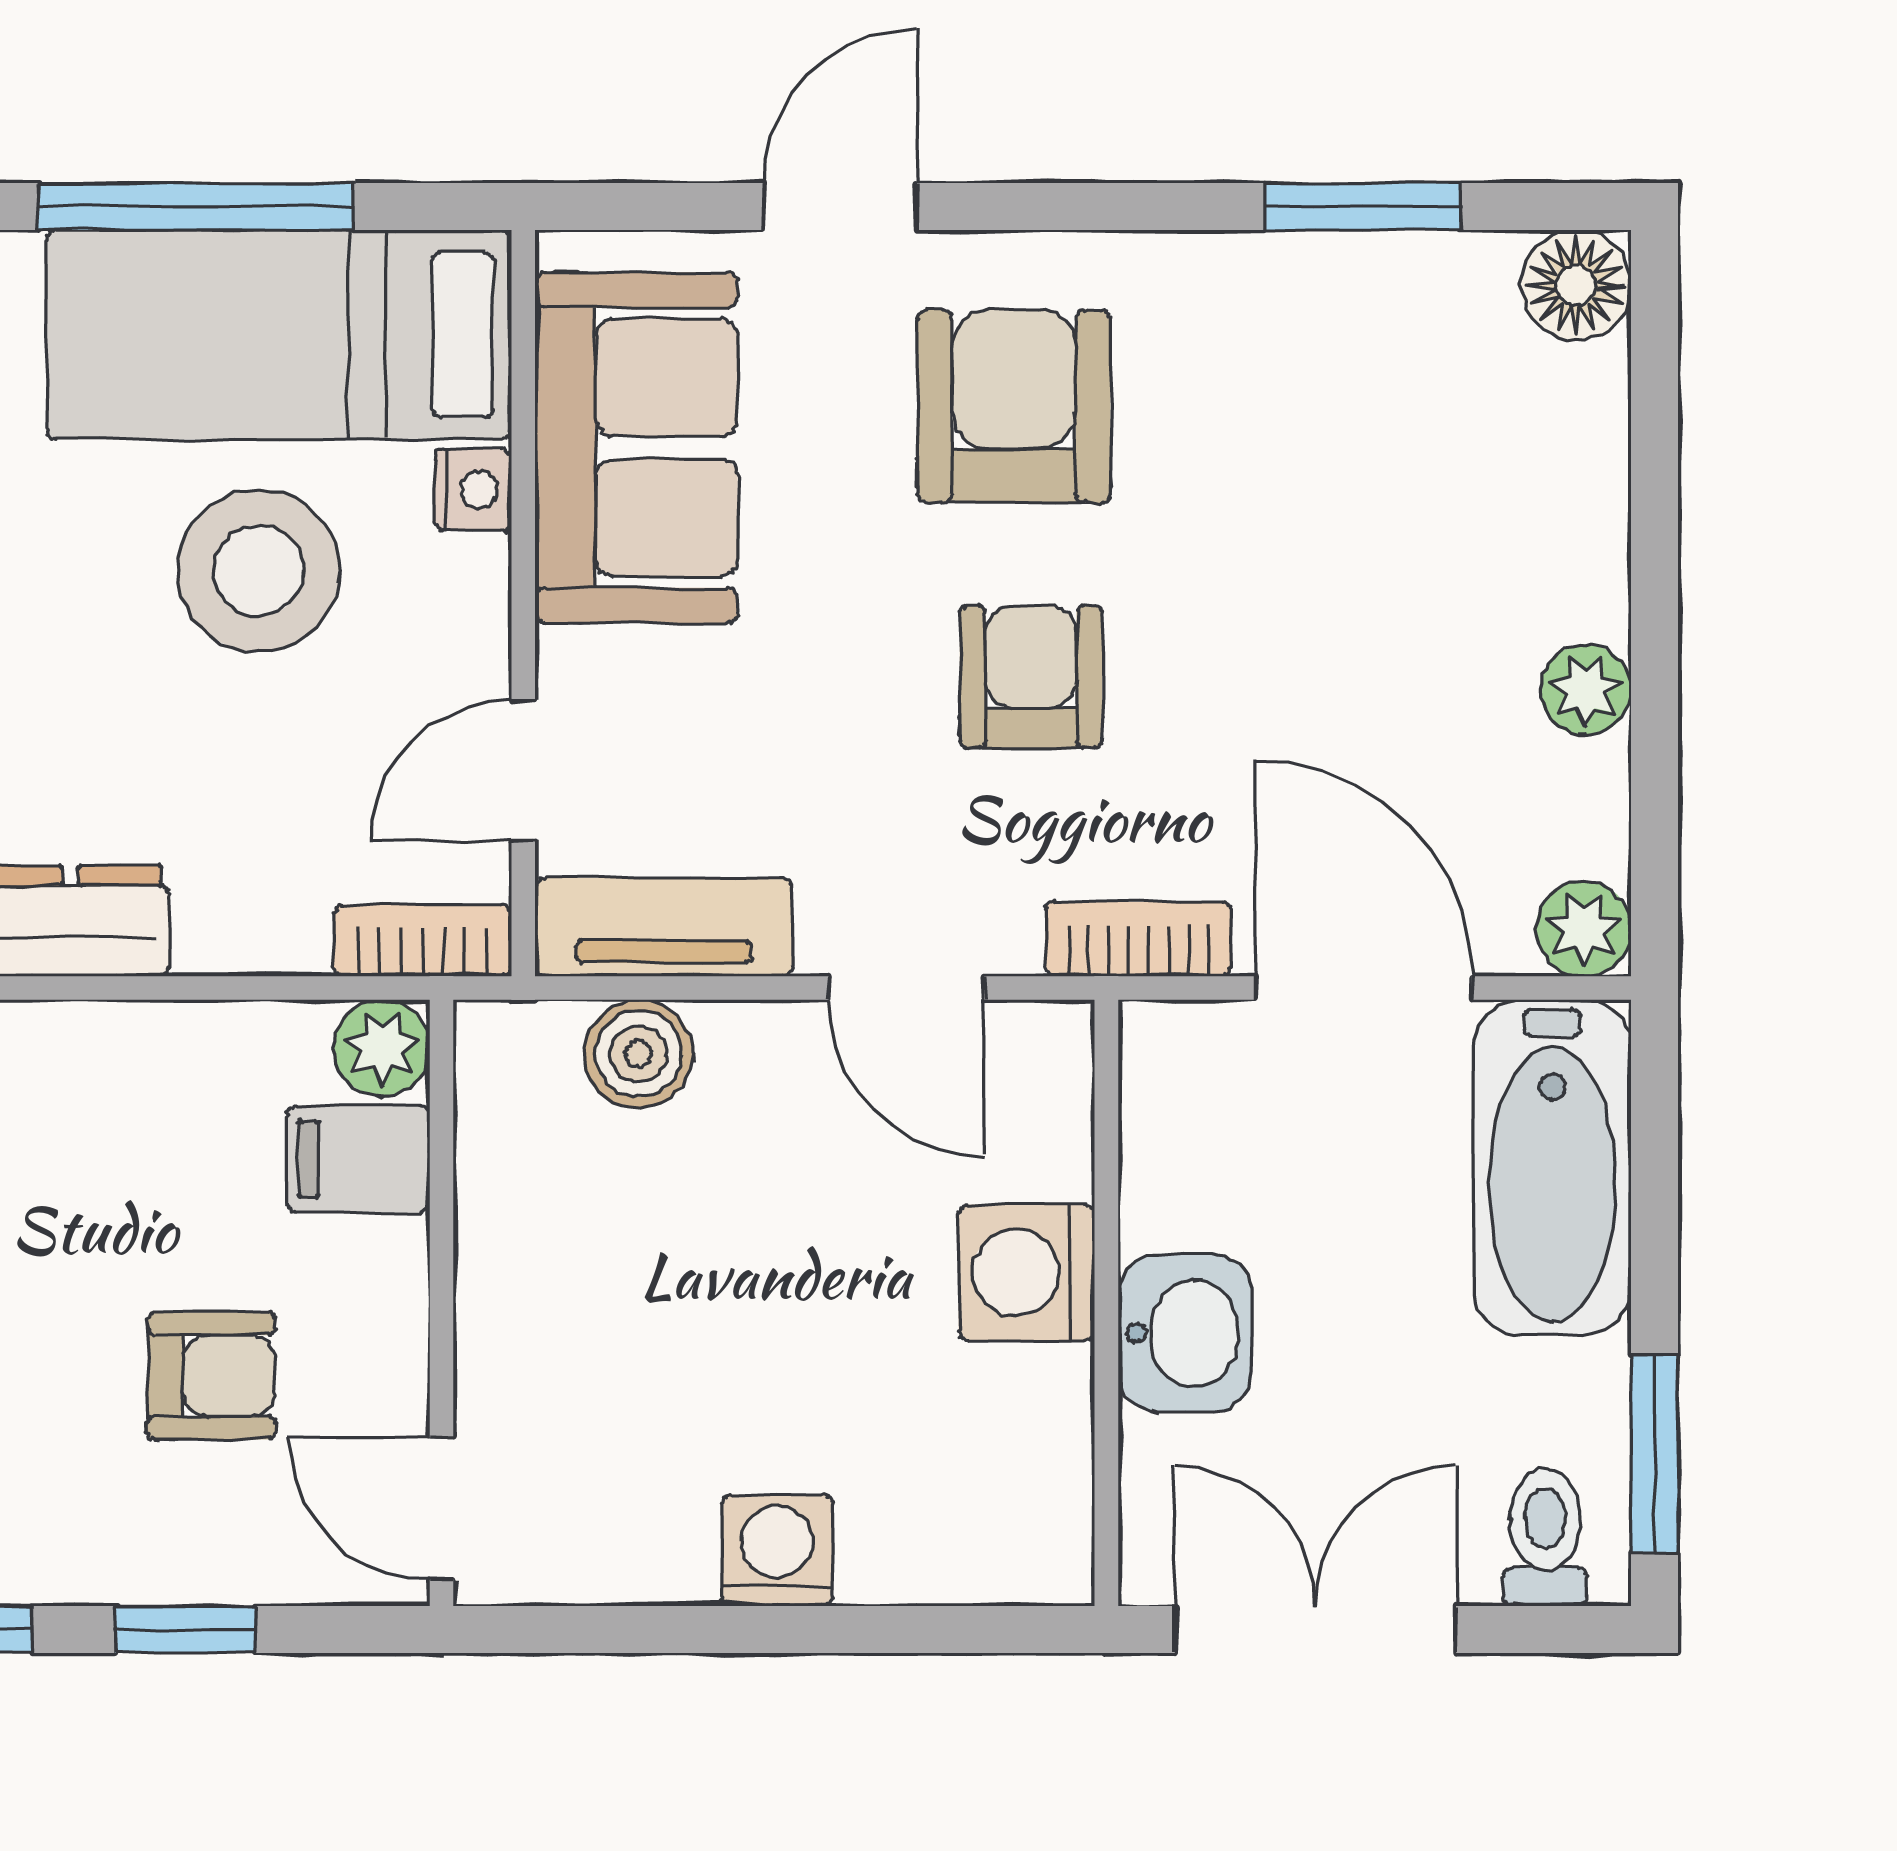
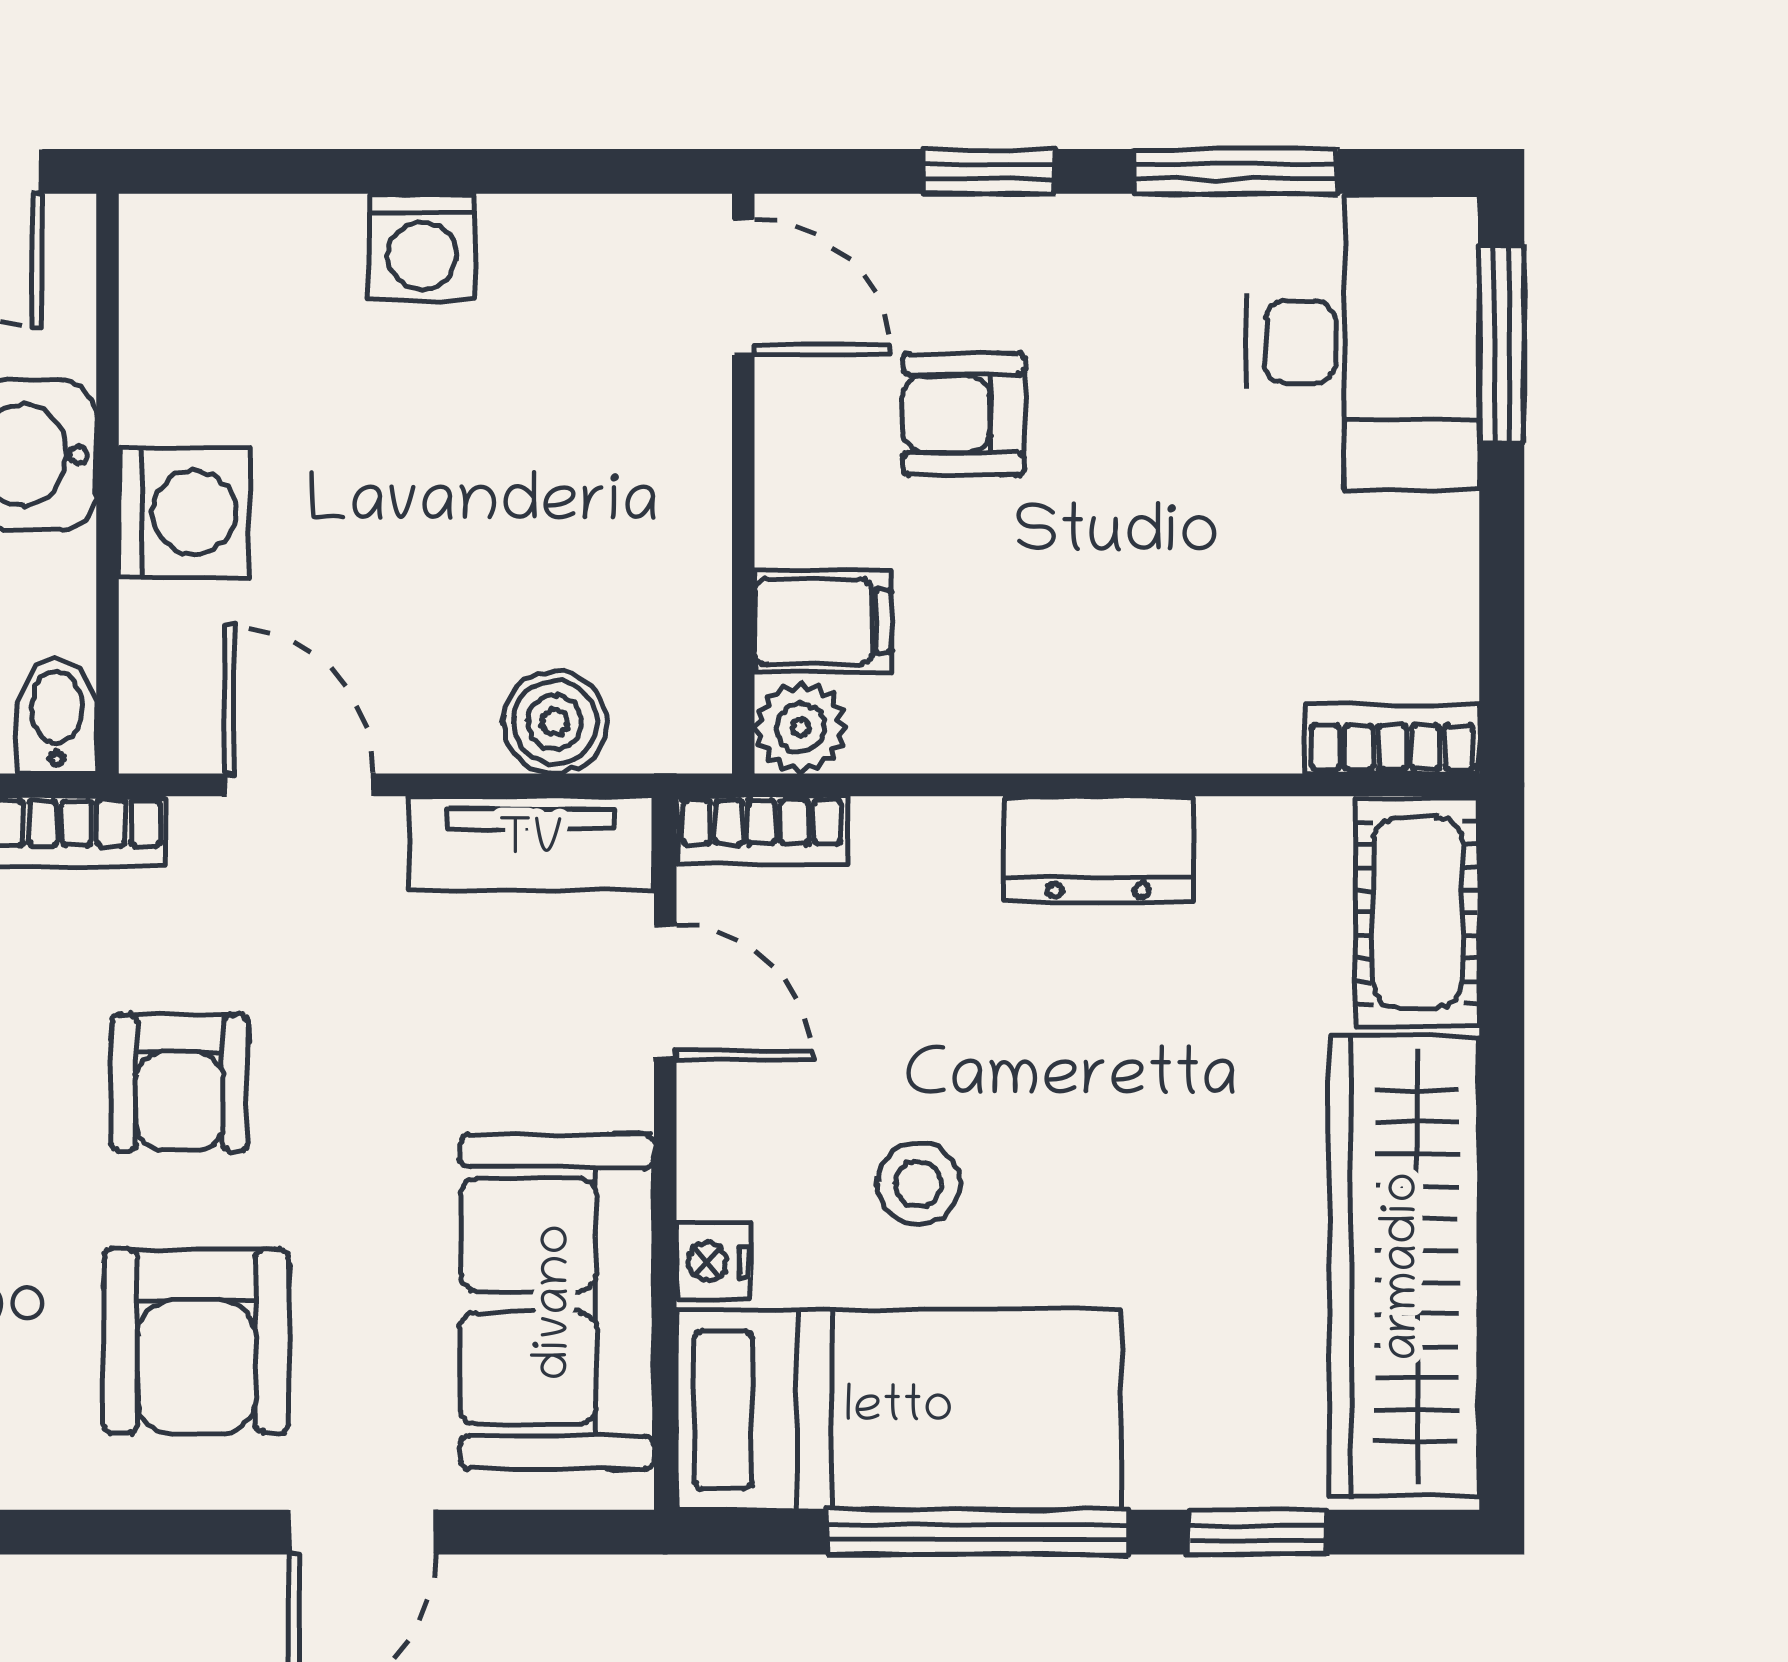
stool: (258, 571) -> (918, 1184), width x0.53, depth x0.53
door: (523, 771) -> (665, 992), hinge flipped
bidet: (1160, 1061) -> (57, 715), added

